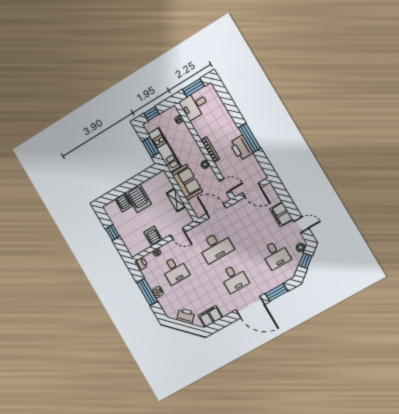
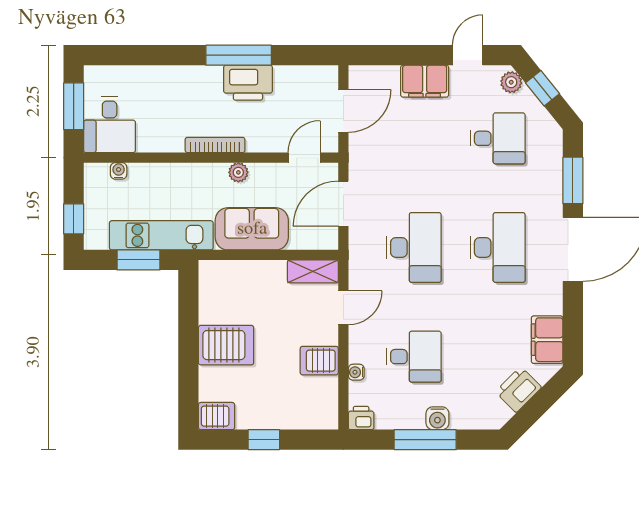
shelving: (176, 200) -> (313, 271), moved
server rack: (124, 202) -> (217, 416), moved
desk: (234, 278) -> (498, 247), width x1.37

